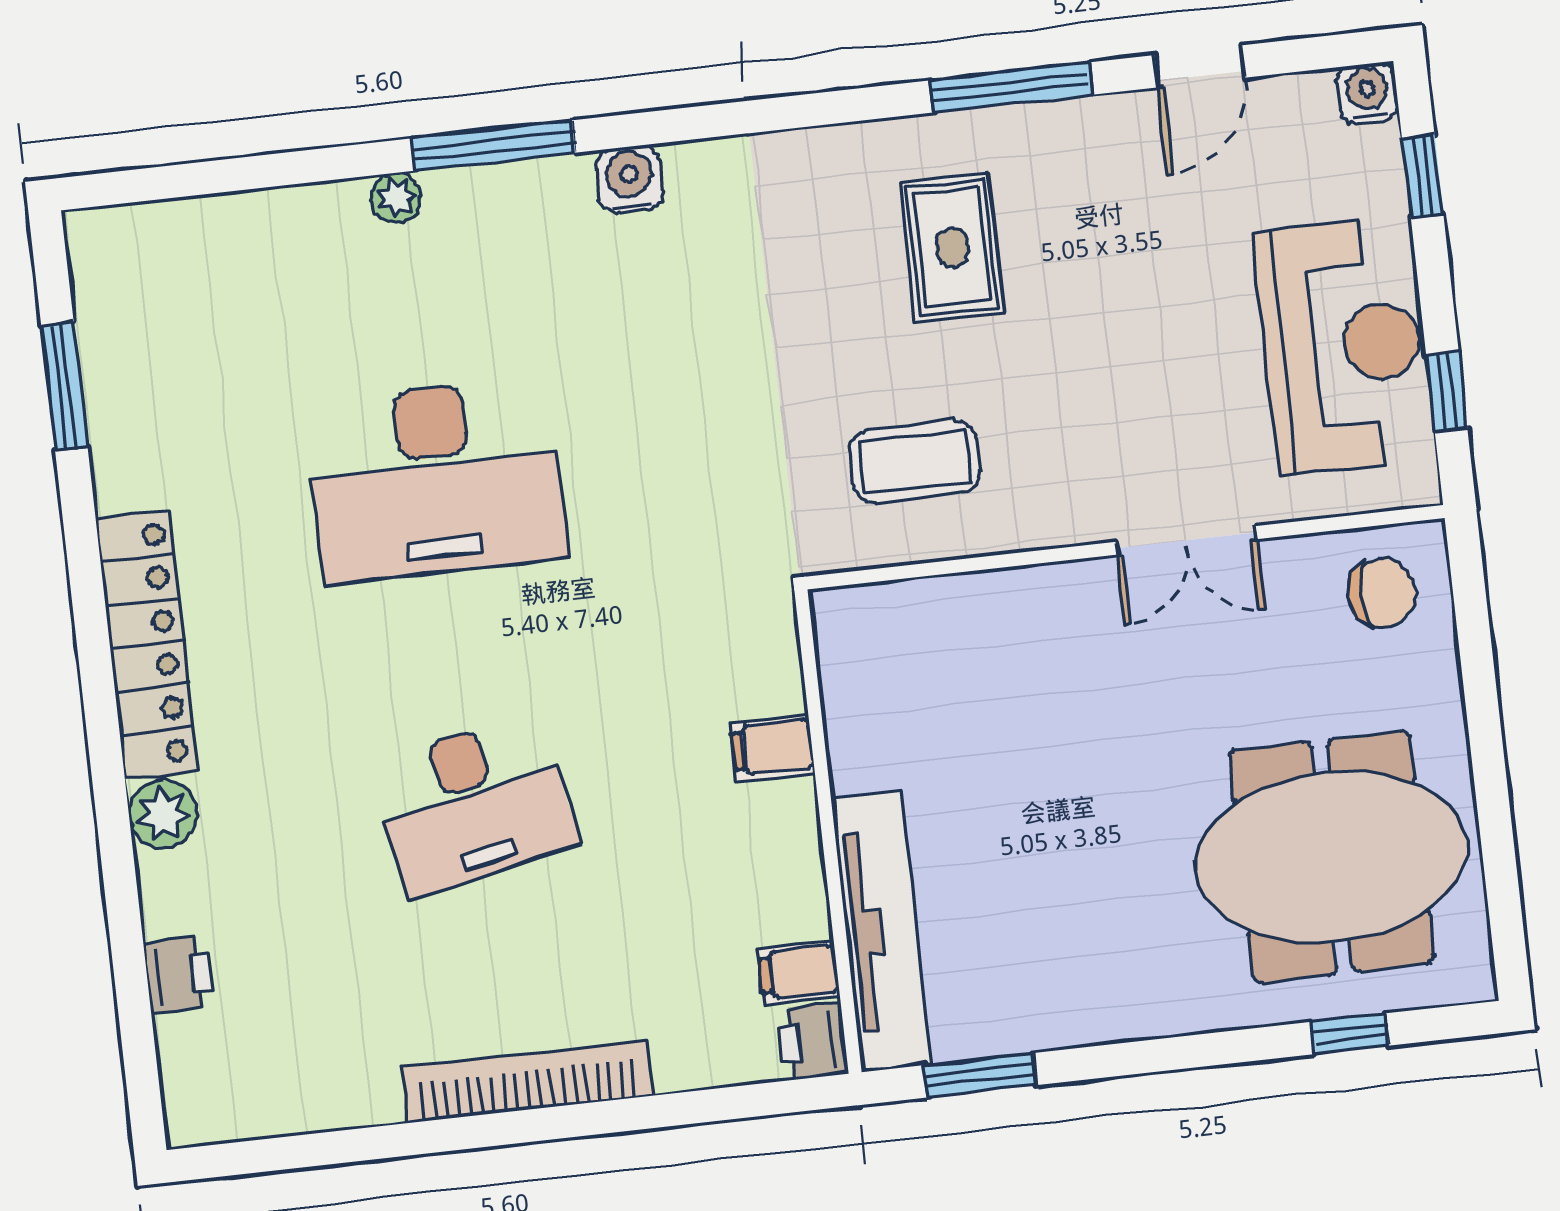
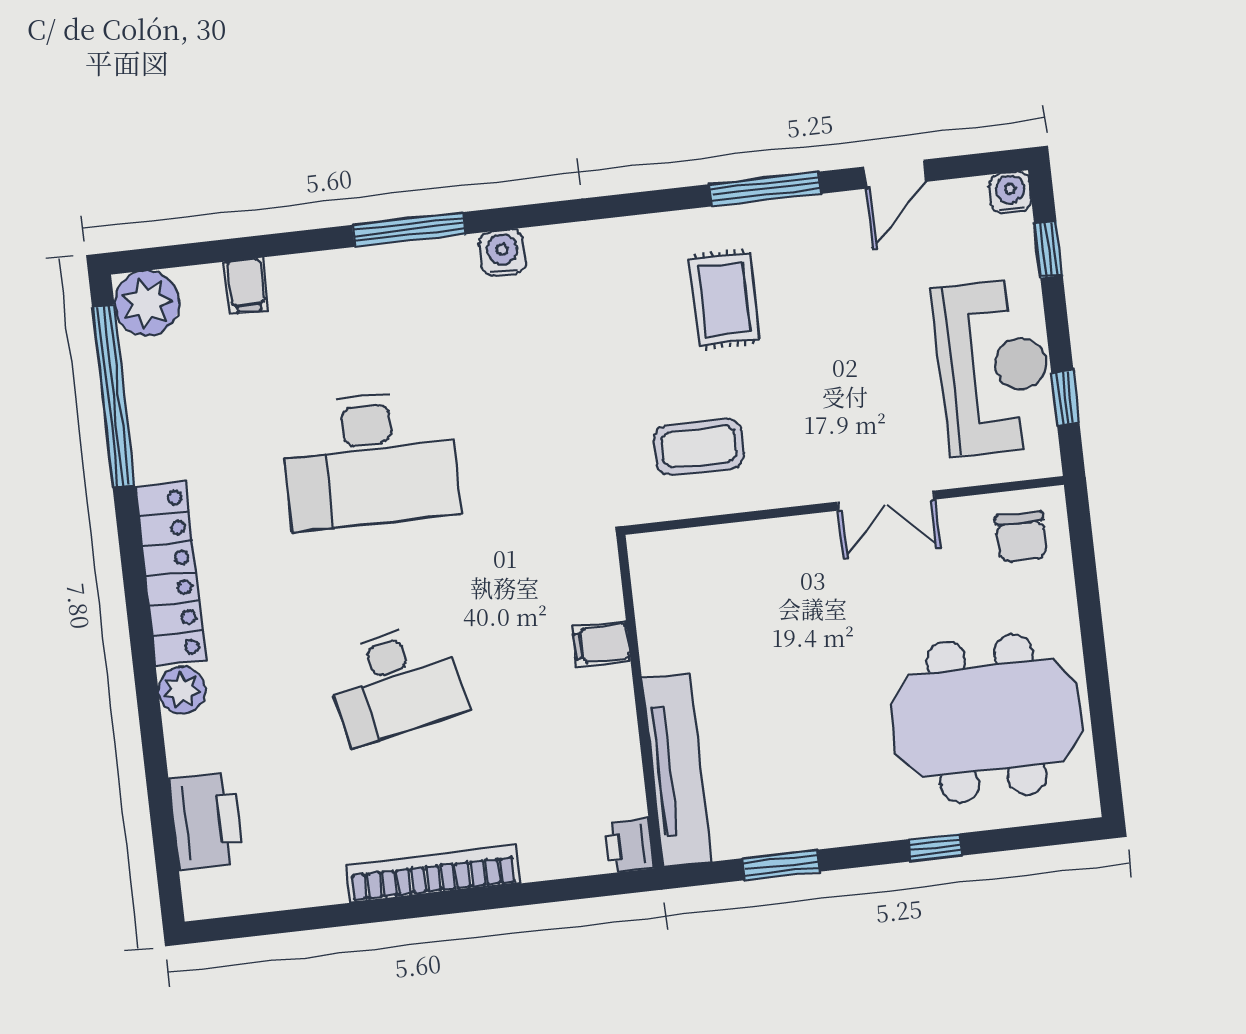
plant: (396, 198) -> (147, 303), moved, width x1.88, depth x1.88
window: (64, 386) -> (113, 396), width x2.11
chair: (1382, 593) -> (1021, 537), turned 90
filing cabinet: (799, 972) -> (246, 286), moved, turned -90
printer: (179, 975) -> (206, 821), width x1.87, depth x1.48
window: (1350, 1034) -> (935, 847), moved
window: (980, 1075) -> (781, 865), moved

